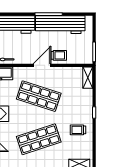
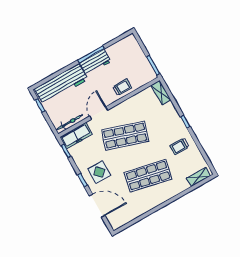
workbench: (60, 25) -> (95, 62), width x0.53, depth x0.76
door: (42, 65) -> (99, 113), moved
shop shelf: (39, 139) -> (148, 176), turned 30

